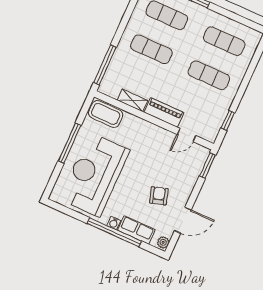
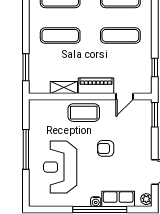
window: (105, 65) -> (26, 67), width x0.69
coffee table: (106, 114) -> (84, 113), moved
reception desk: (95, 175) -> (60, 167), width x0.74, depth x0.77
armchair: (159, 196) -> (106, 148), moved, turned -73

